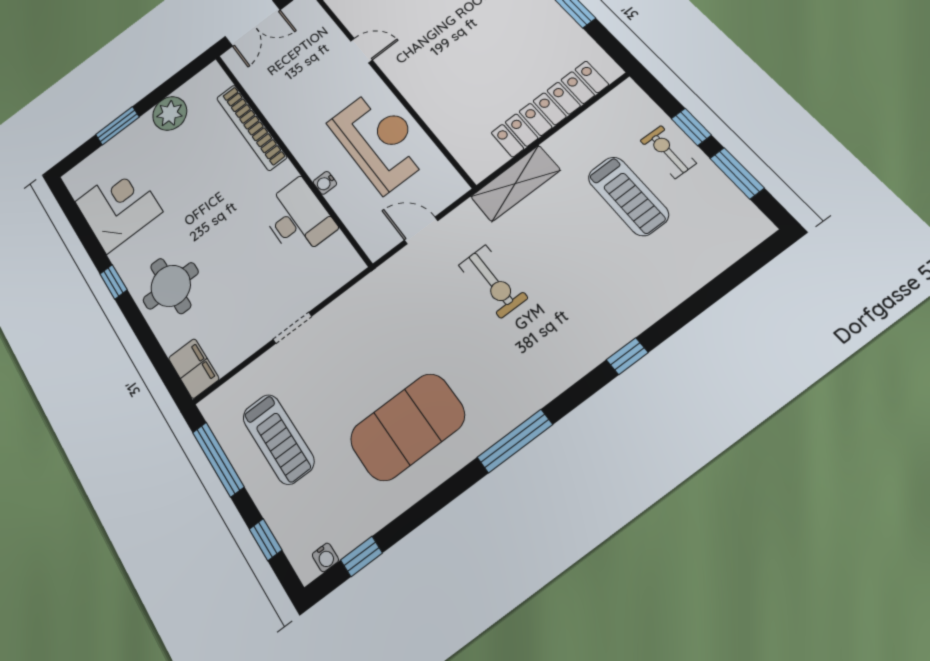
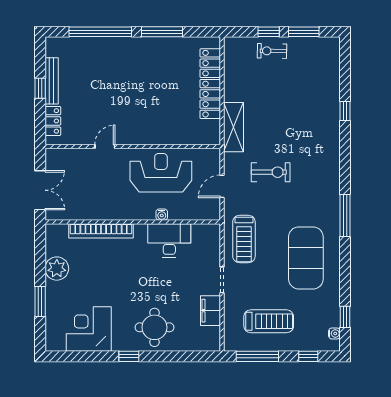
treadmill: (628, 196) -> (244, 239), moved, turned 90
window: (627, 356) -> (345, 111), moved
filing cabinet: (194, 368) -> (210, 311), moved, turned -90

